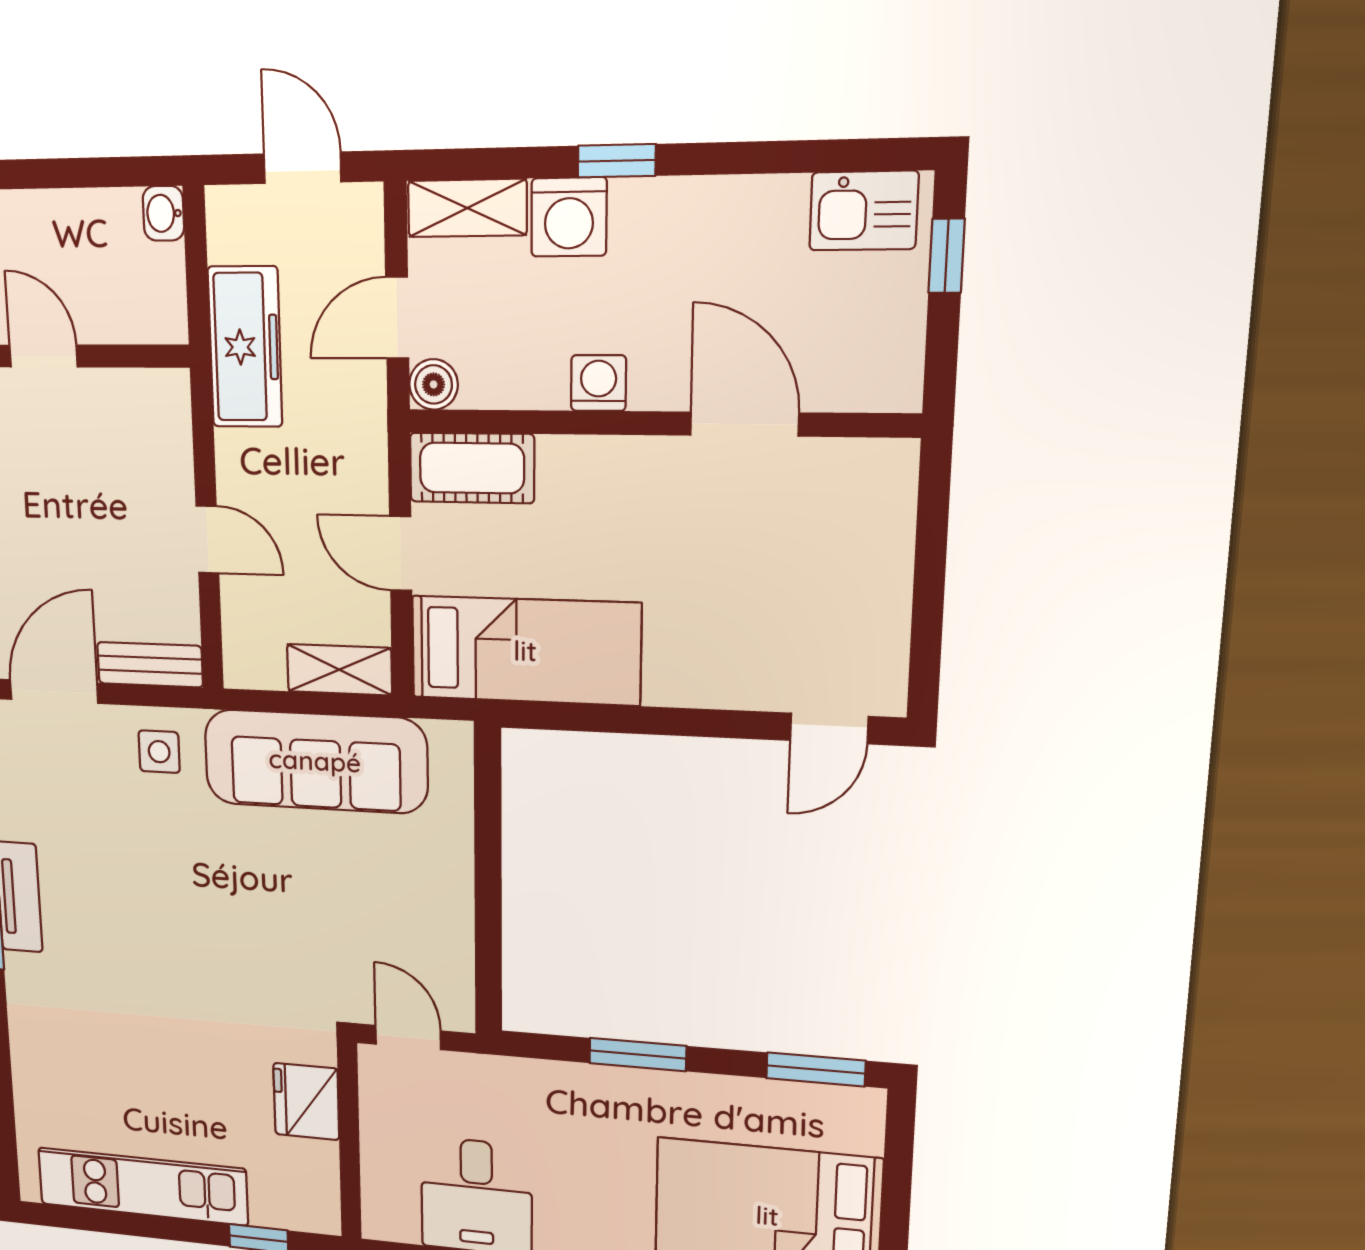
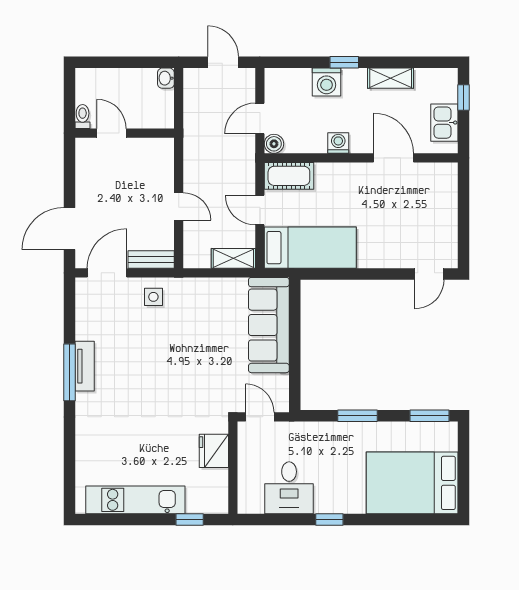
shelving: (467, 208) -> (391, 78), moved
kitchen sink: (864, 211) -> (444, 123), moved, turned 90
freezer: (245, 347) -> (198, 130), removed
sofa: (315, 761) -> (269, 325), moved, turned 90

